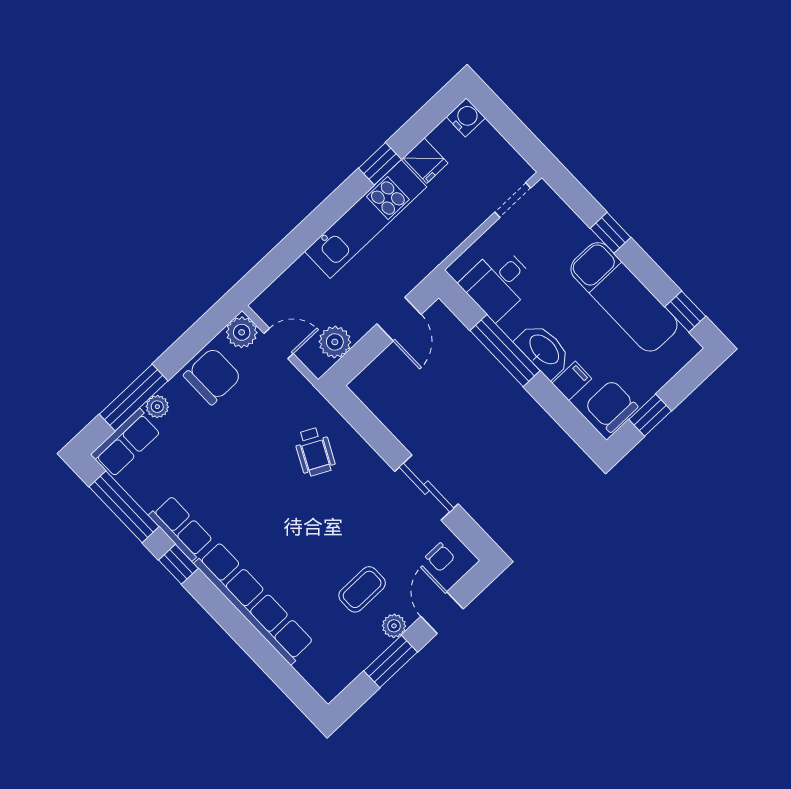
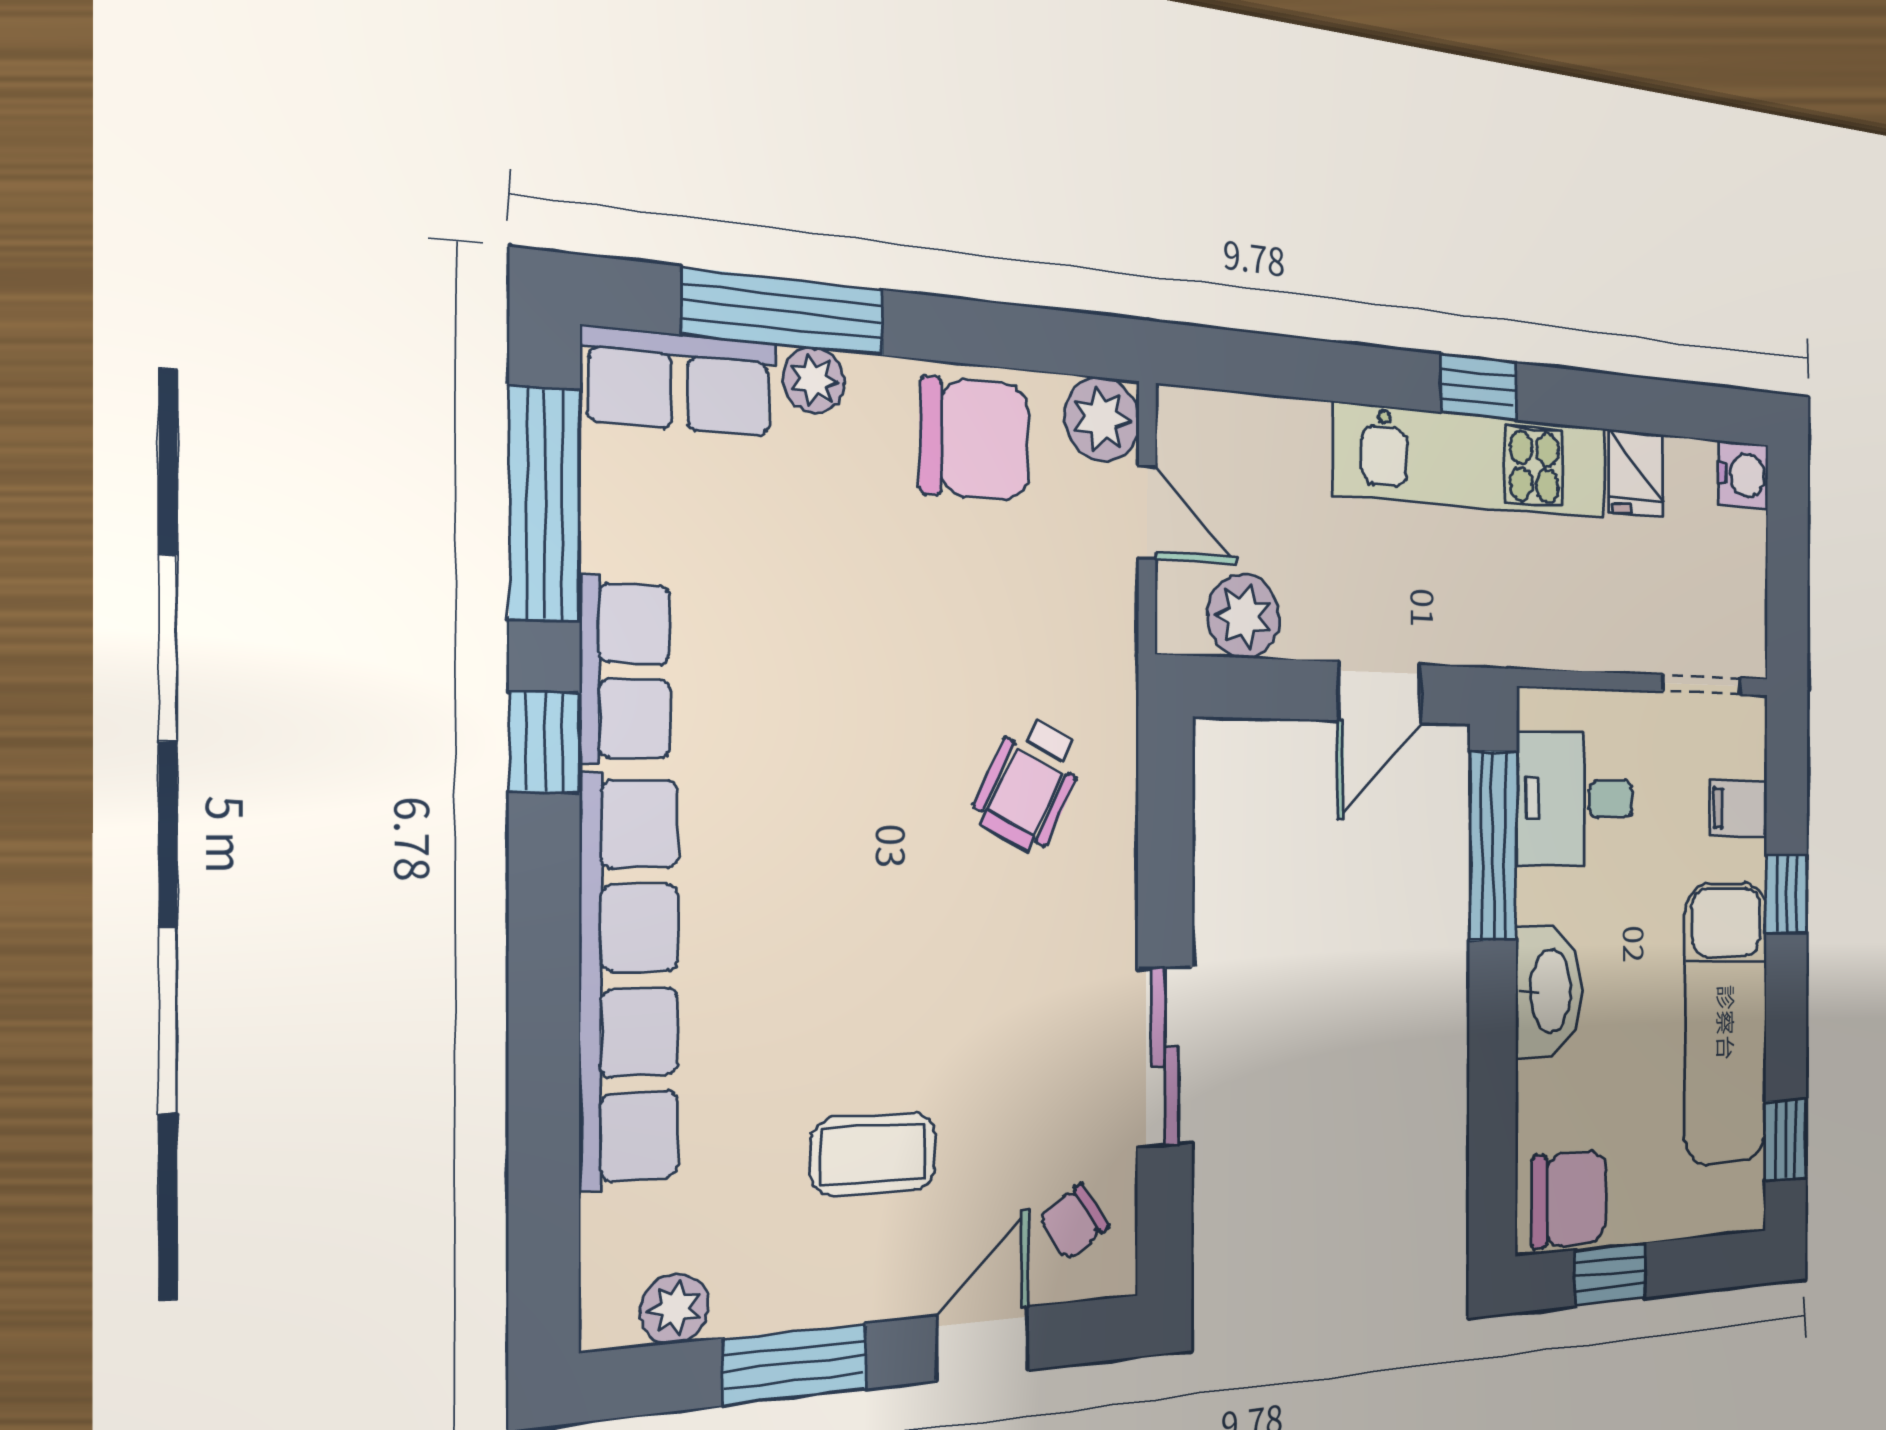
window: (380, 164) -> (1479, 387), moved
window: (505, 351) -> (1493, 846), moved
filing cabinet: (572, 381) -> (1738, 808), moved, turned 180
chair: (611, 406) -> (1569, 1199), turned 90
chair: (440, 557) -> (1074, 1222), turned 57
plant: (394, 626) -> (675, 1309), moved

